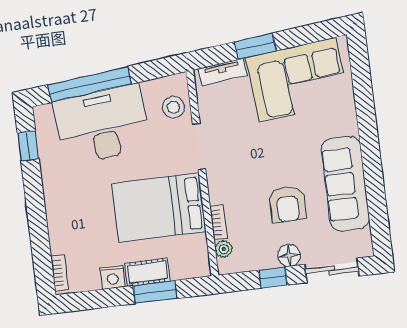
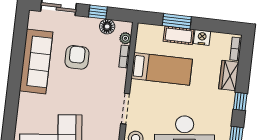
window: (35, 198) -> (240, 101), added
bed: (159, 208) -> (162, 69), width x0.67
wardrobe: (60, 232) -> (229, 75), added
floor lamp: (289, 255) -> (107, 27), moved

